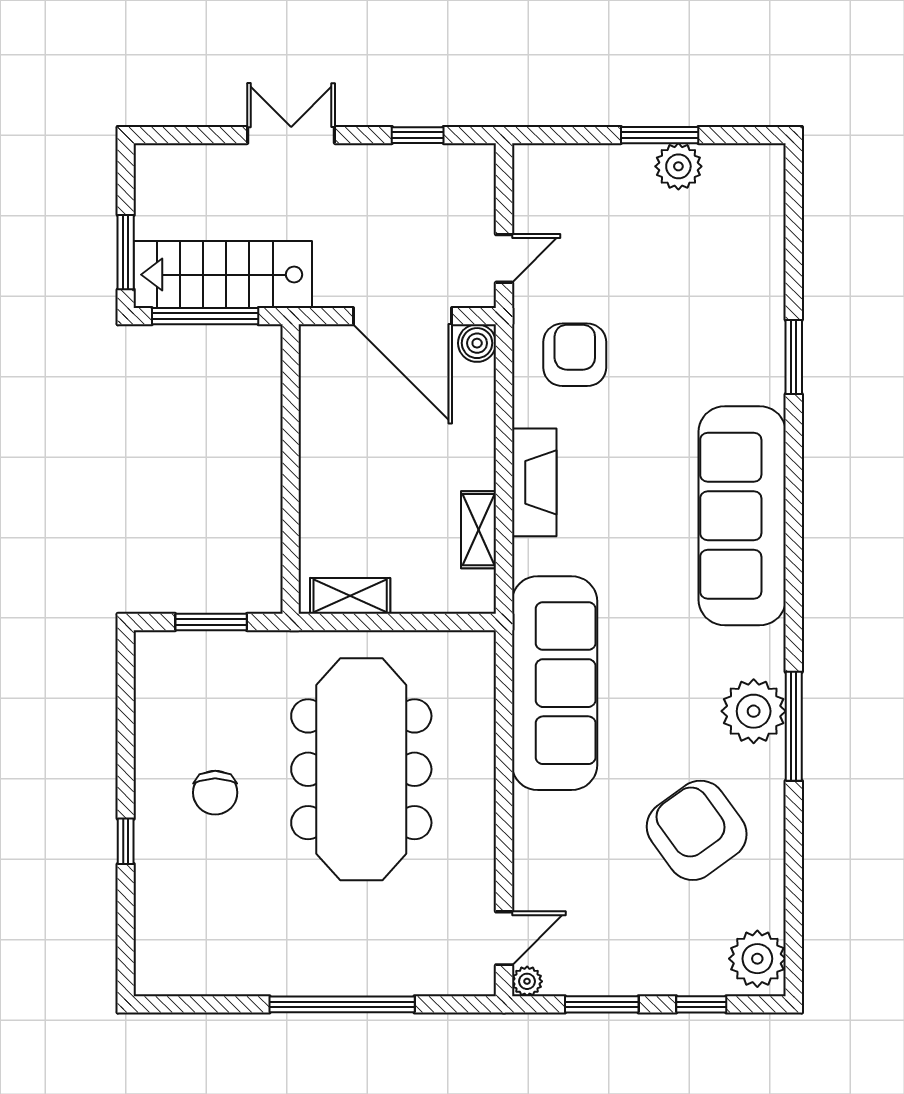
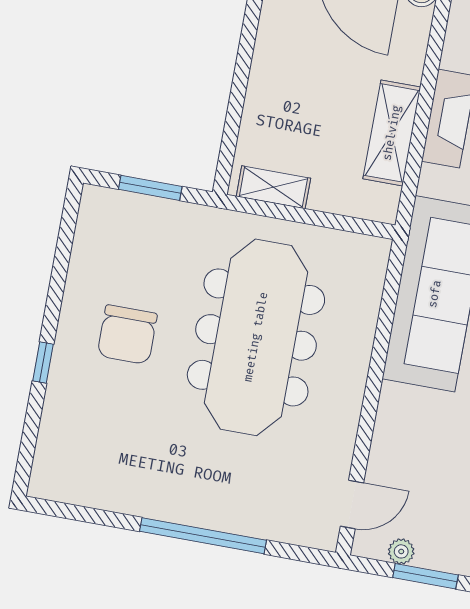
shelving: (479, 530) -> (392, 133), width x1.50, depth x1.33
chair: (215, 793) -> (127, 335), width x1.37, depth x1.37
plant: (527, 981) -> (401, 551), moved

